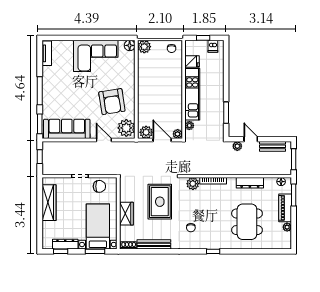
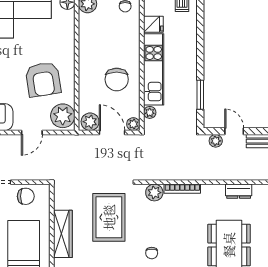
chair: (165, 102) -> (117, 79), added
door: (104, 140) -> (32, 132), swing flipped
dresser: (250, 183) -> (239, 191), width x0.70
wardrobe: (126, 214) -> (63, 234), width x1.50

